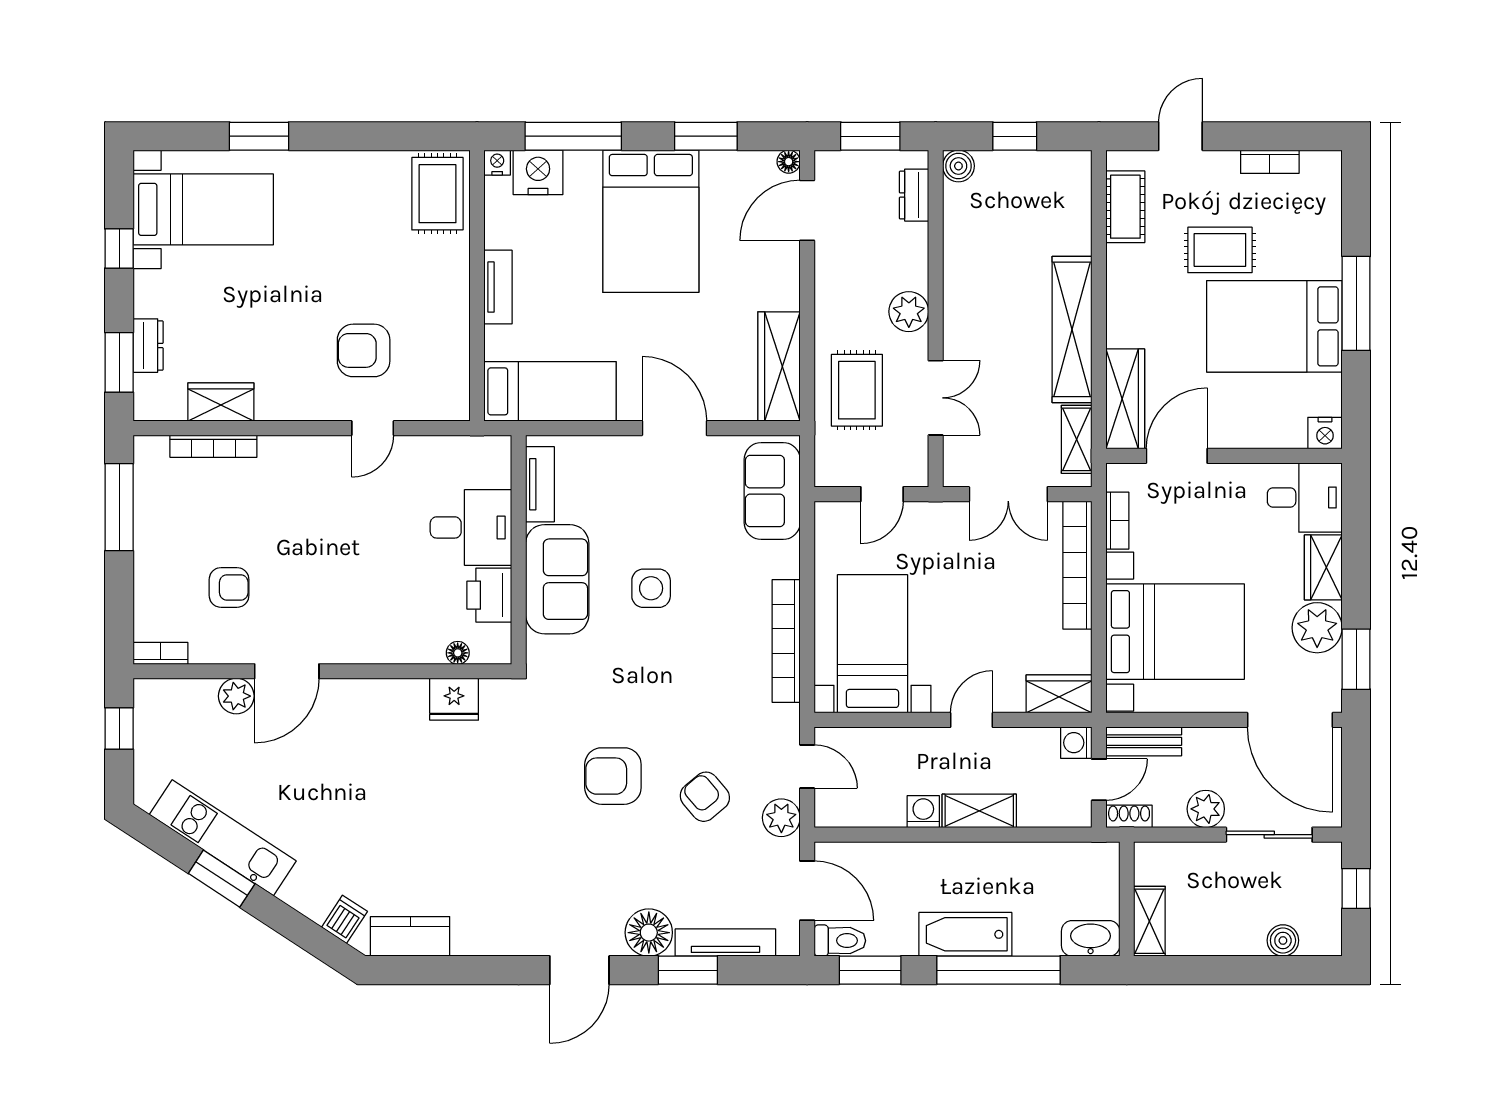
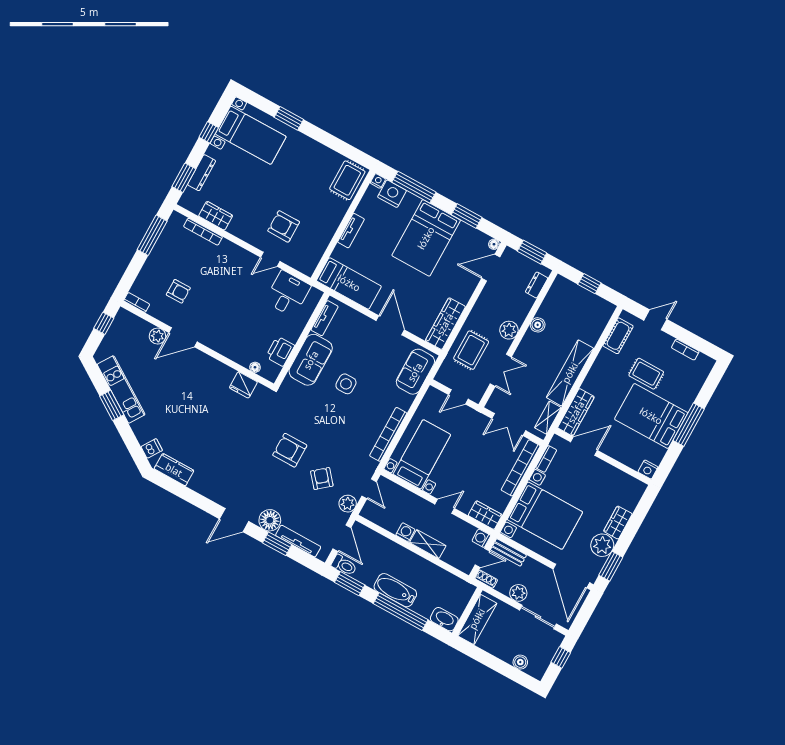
boiler: (958, 166) -> (538, 325), moved
dresser: (148, 346) -> (202, 173), width x1.44
desk: (1305, 497) -> (626, 491), removed
desk: (471, 527) -> (288, 294), moved, turned -90
shelving: (1149, 921) -> (477, 619), width x1.50, depth x1.33

